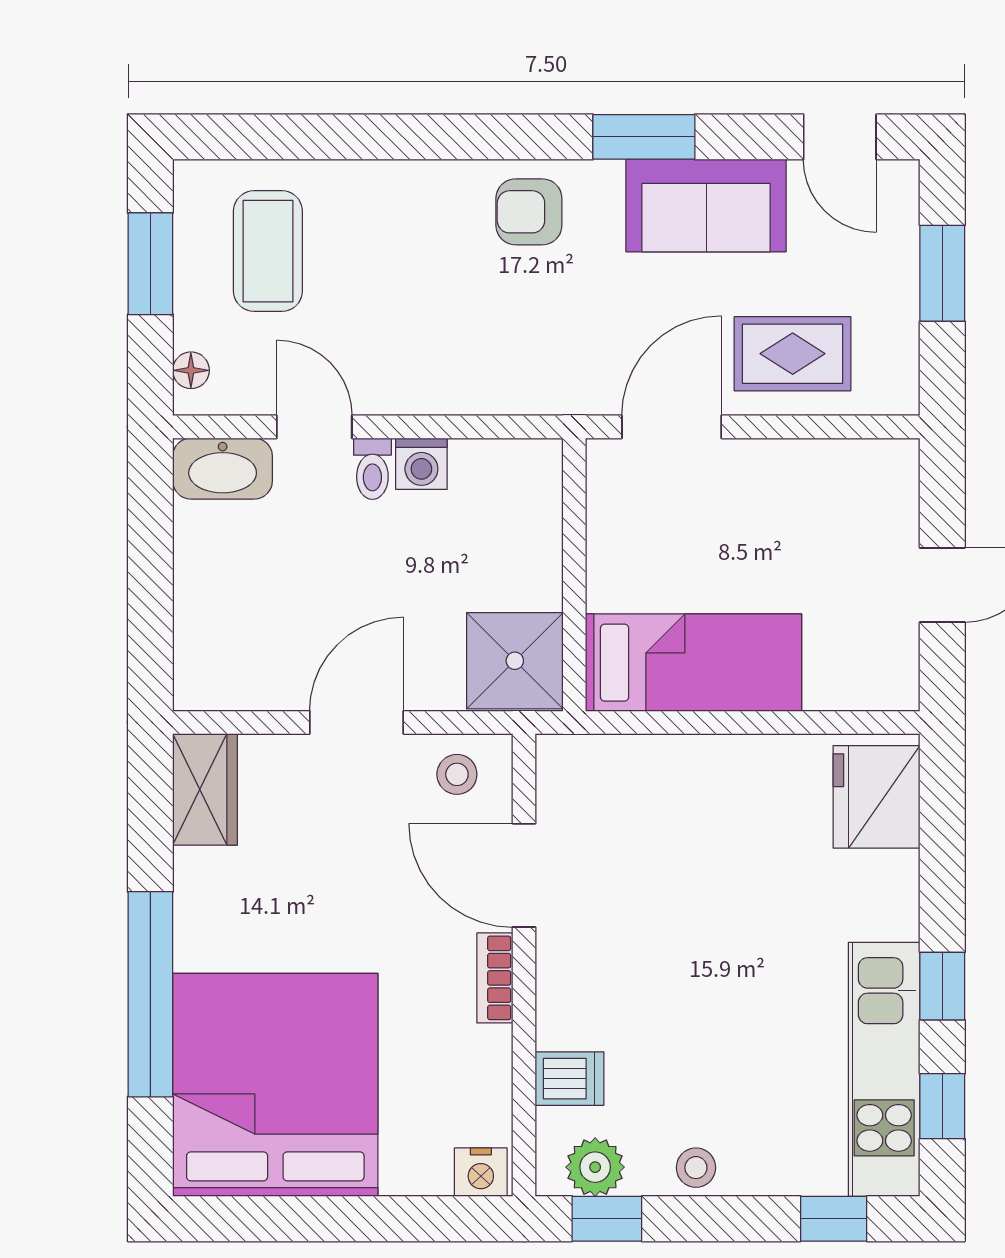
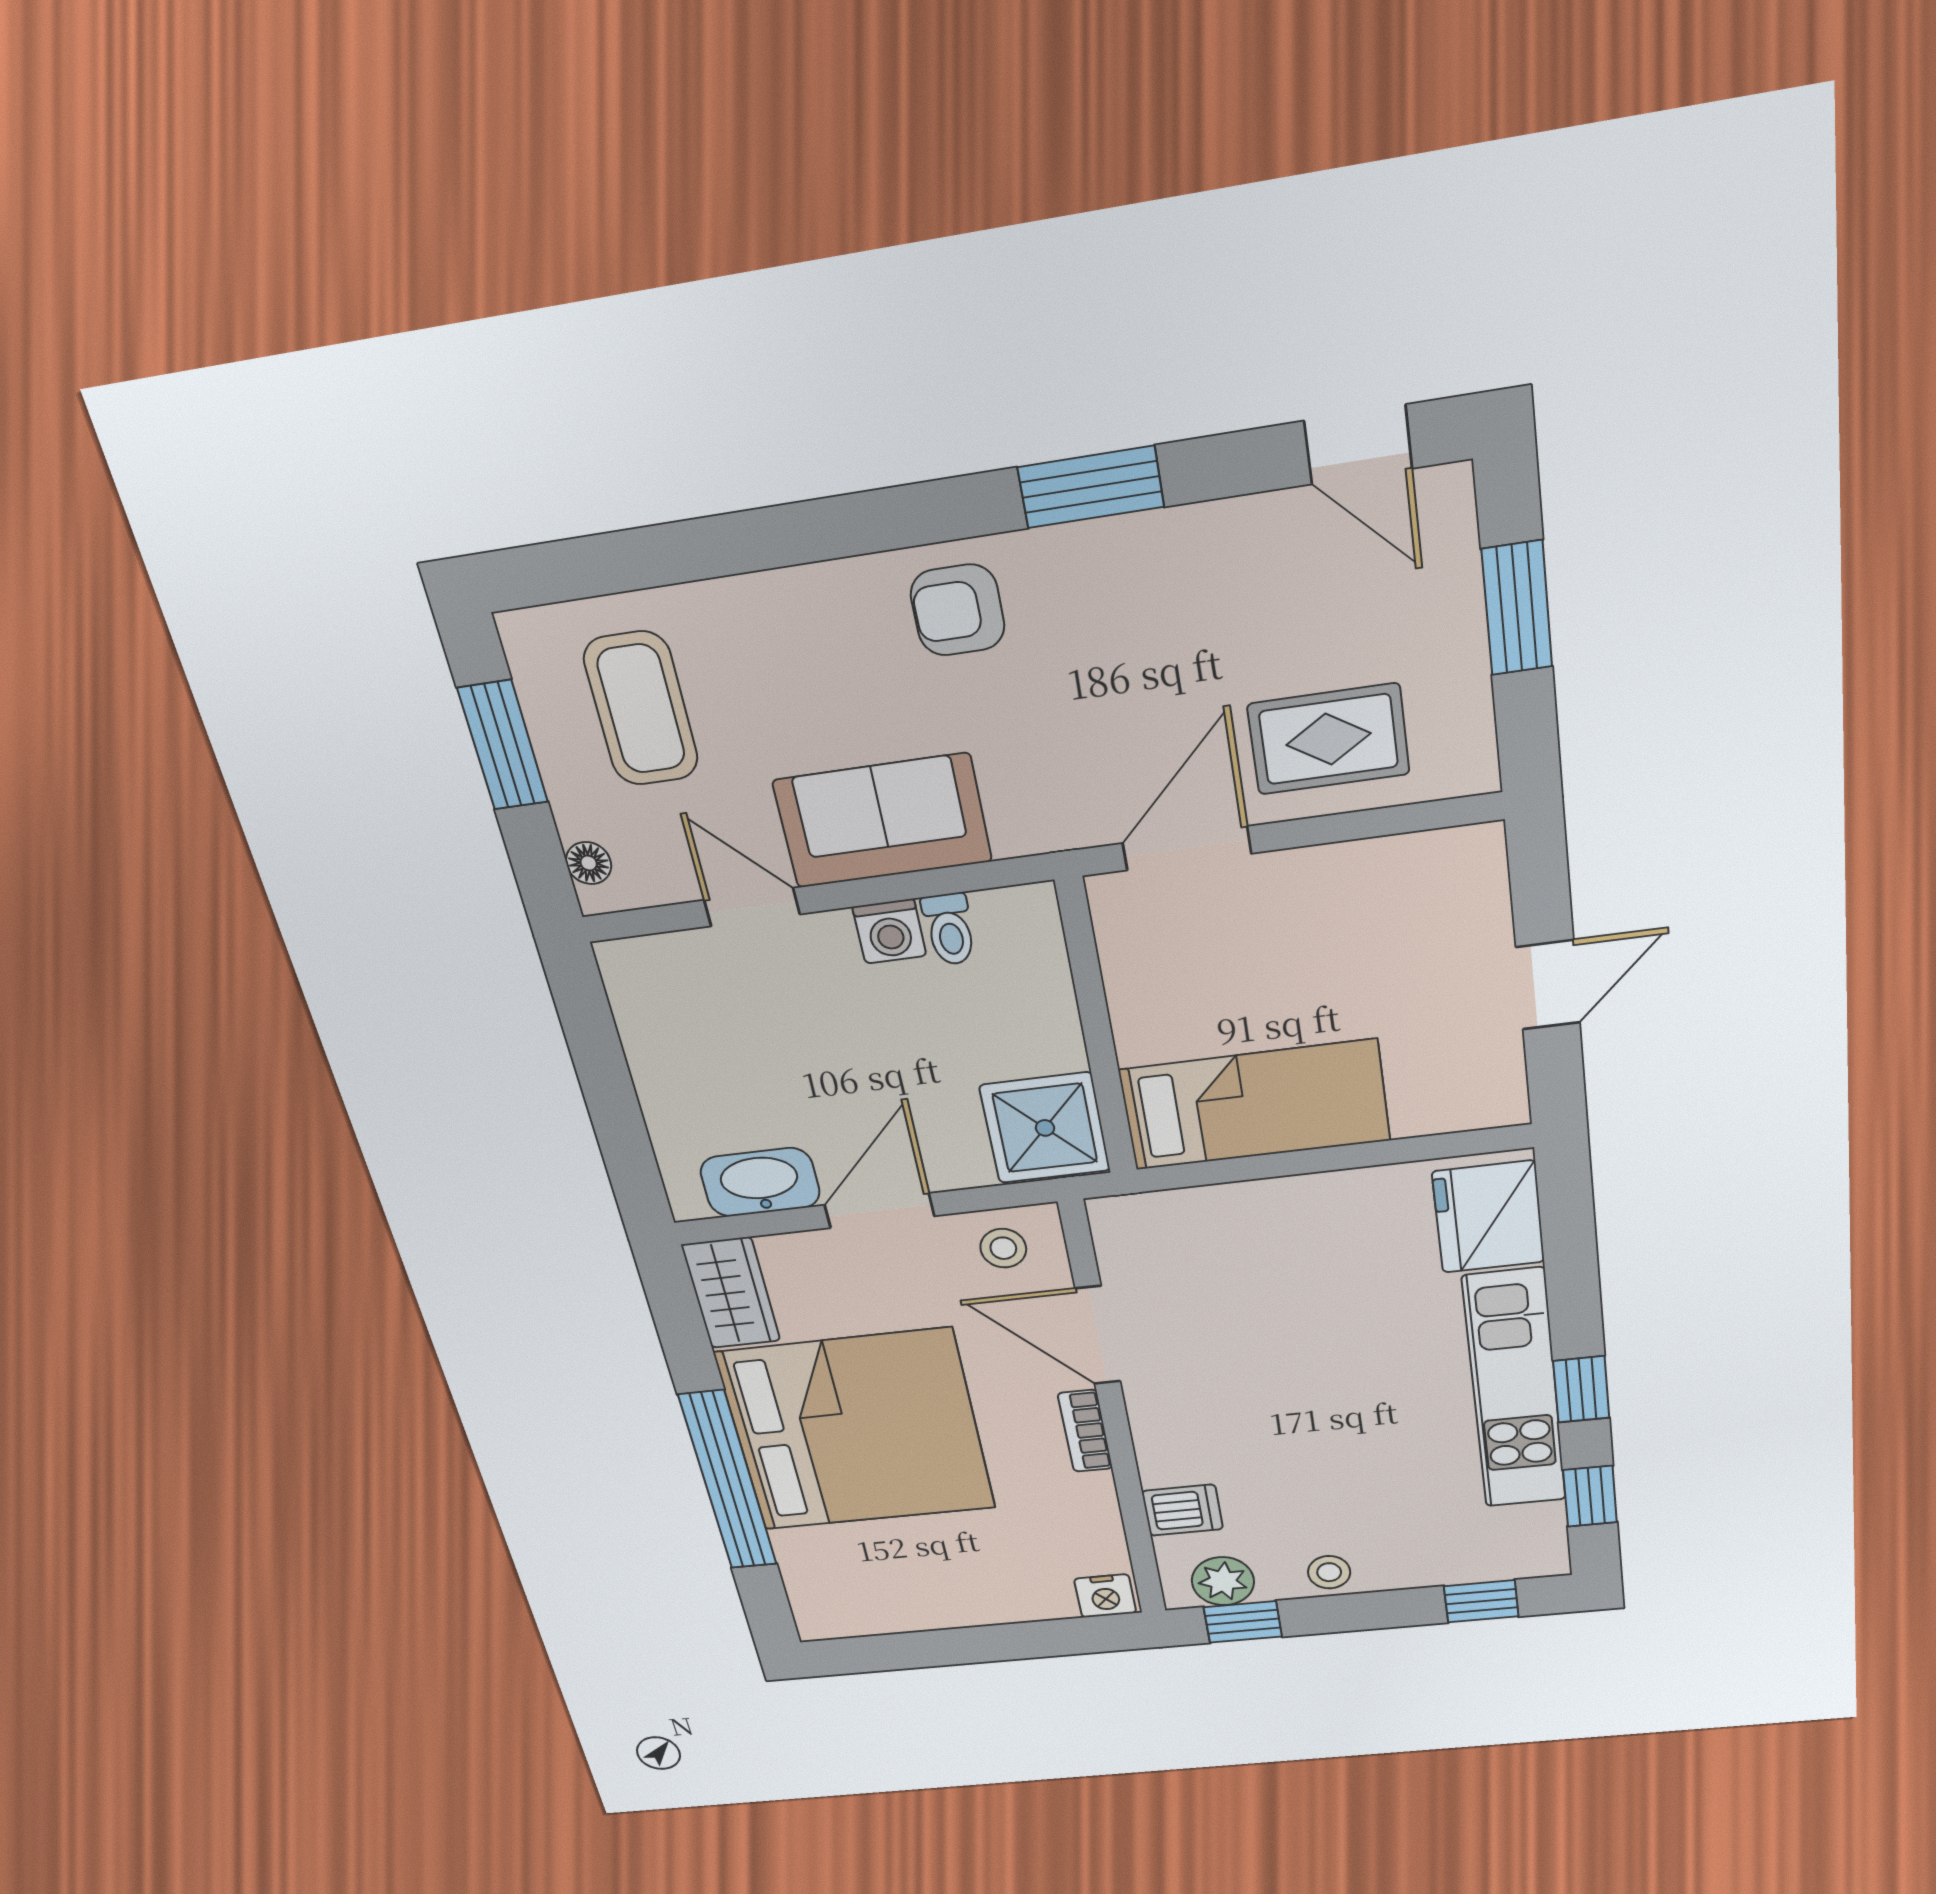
sofa: (706, 206) -> (883, 821), moved, turned 180
washbasin: (223, 469) -> (760, 1182), moved, turned 180
toilet: (372, 469) -> (949, 929), moved
kitchen unit: (884, 1069) -> (1515, 1390), moved
bed: (275, 1085) -> (856, 1431), moved, turned 90

